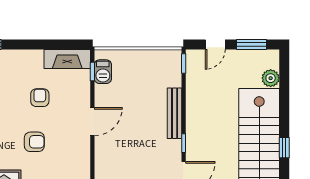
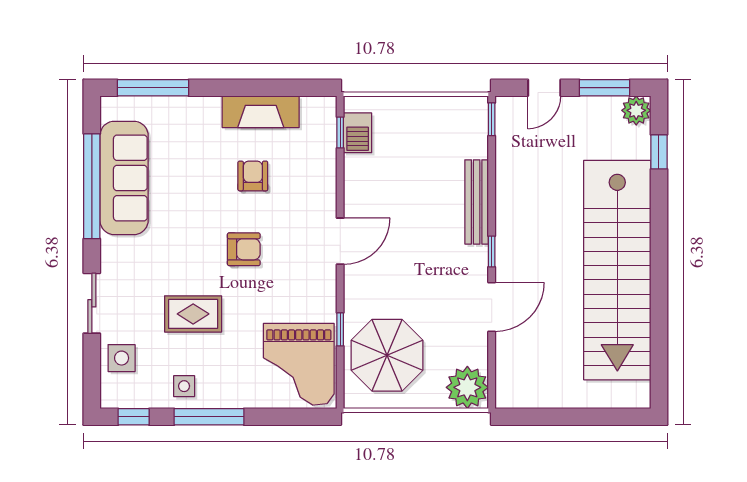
fireplace: (67, 59) -> (261, 112), moved
plant: (271, 78) -> (636, 110), moved
door: (92, 122) -> (340, 241), moved
window: (284, 148) -> (659, 152), moved

